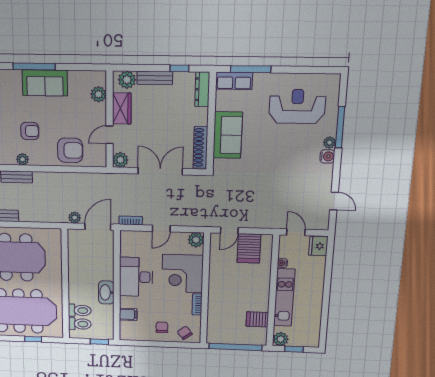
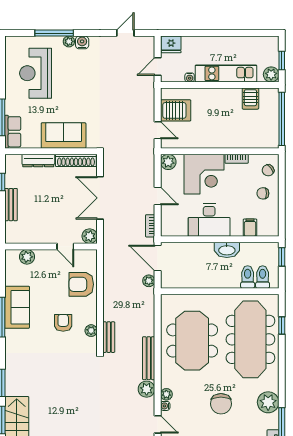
plant: (127, 80) -> (13, 230), removed
dresser: (202, 89) -> (38, 161), moved
wardrobe: (122, 108) -> (40, 235), removed
armchair: (70, 150) -> (81, 284), turned -90

